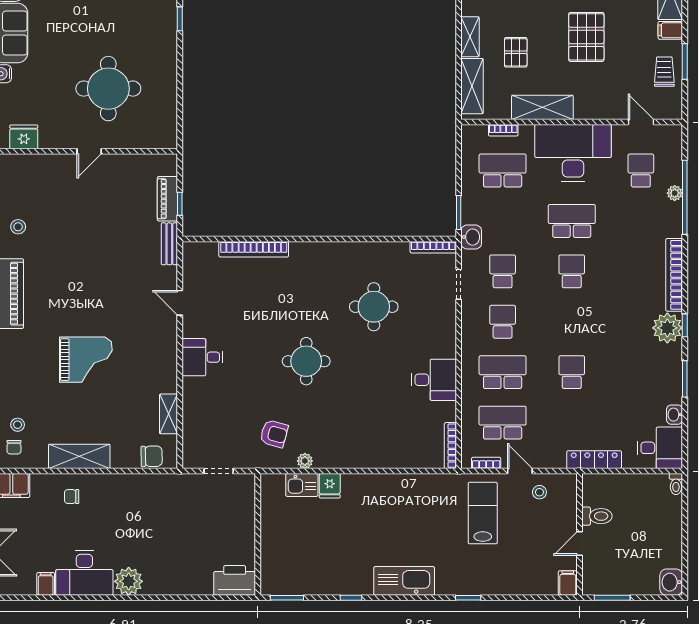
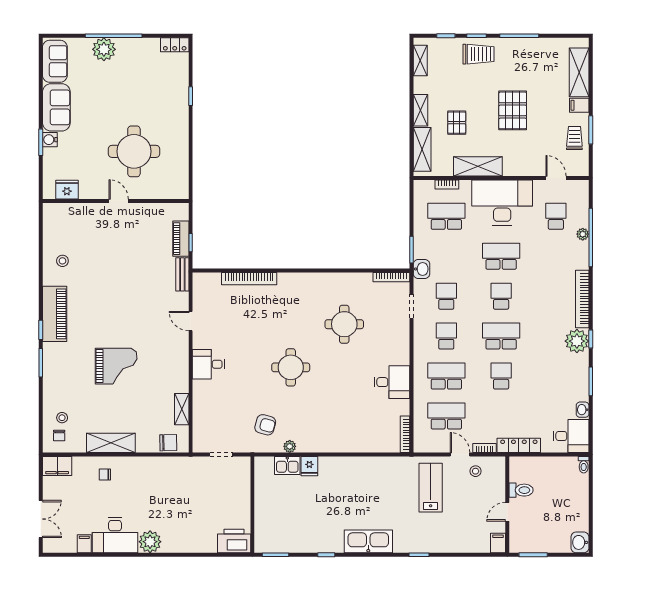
door: (89, 151) -> (119, 201), swing flipped
school desk: (572, 322) -> (501, 336), added
bookcase: (486, 463) -> (484, 448), moved

